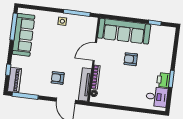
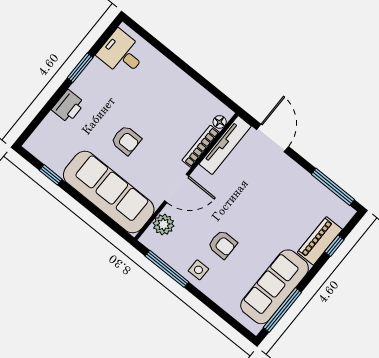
plant: (91, 32) -> (164, 224), added
armchair: (58, 78) -> (222, 244), moved
piano: (15, 80) -> (320, 241), moved
printer: (163, 80) -> (68, 106), moved

